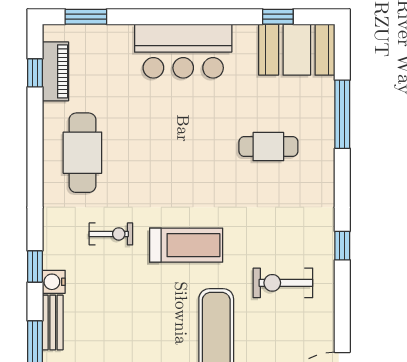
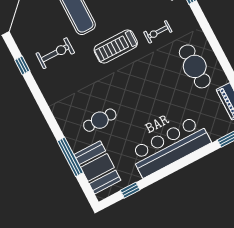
booth: (297, 50) -> (97, 167), moved, turned 90
bar counter: (183, 51) -> (170, 147), width x1.36
window: (342, 246) -> (22, 65), moved

